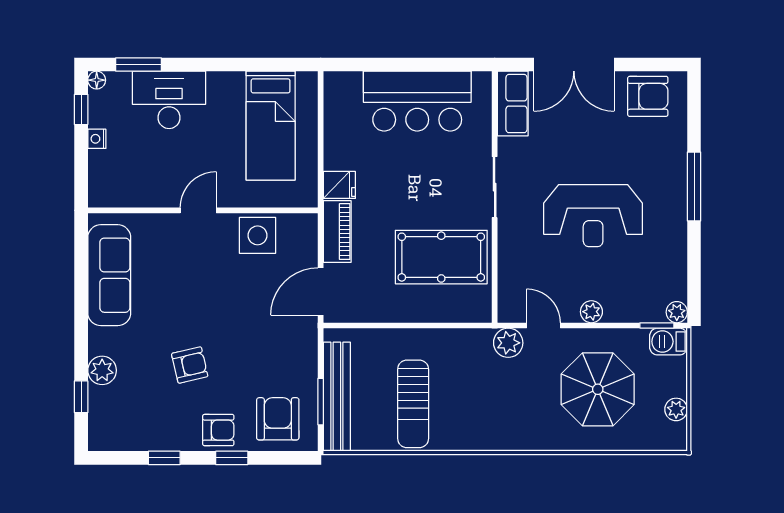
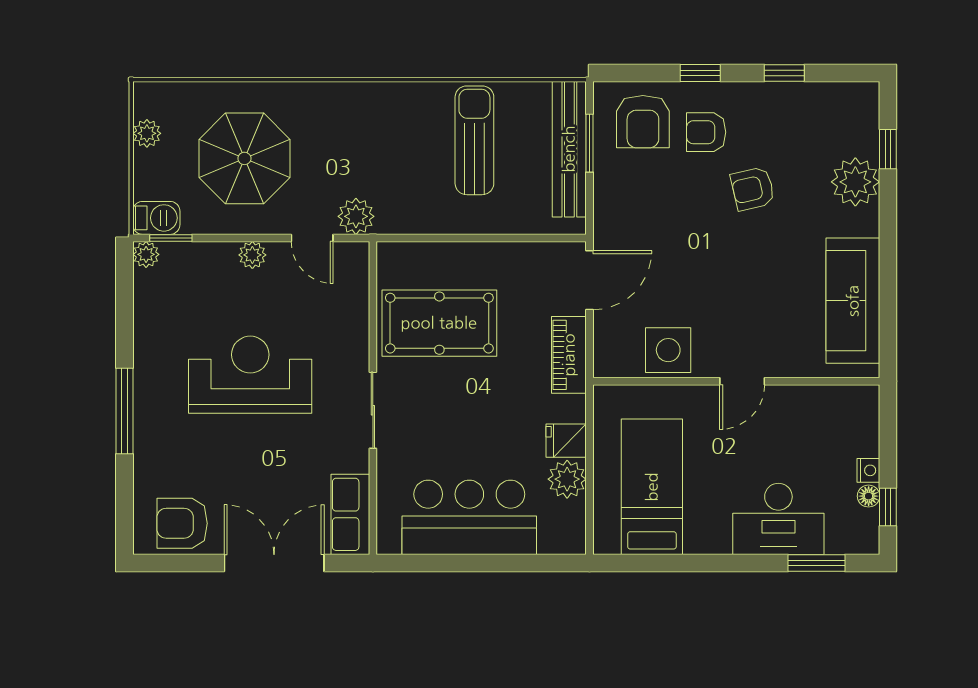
floor lamp: (97, 80) -> (869, 496), moved
plant: (339, 132) -> (567, 479), added
fridge: (339, 185) -> (566, 441), moved
plant: (102, 370) -> (855, 182), width x1.36, depth x1.36
armchair: (218, 430) -> (706, 132), moved

